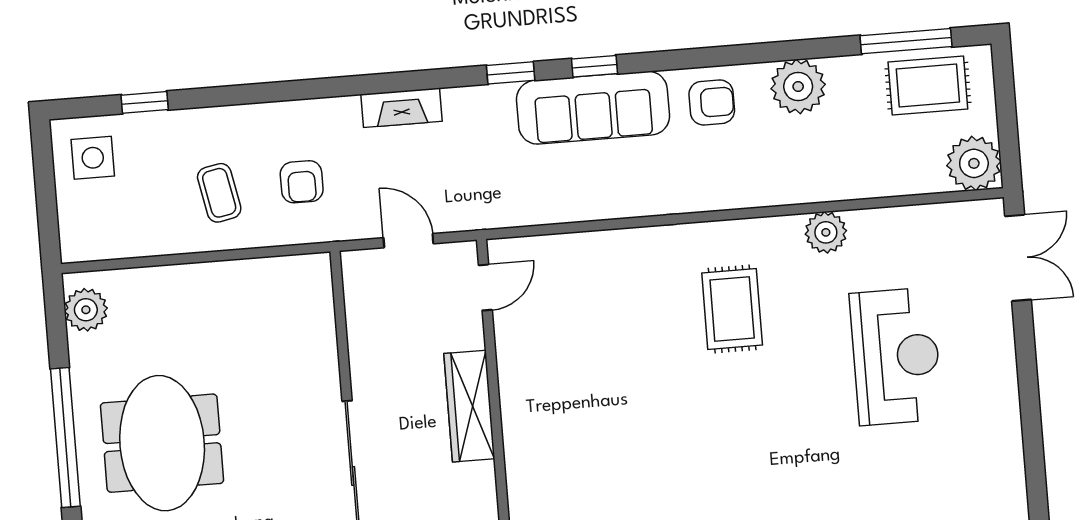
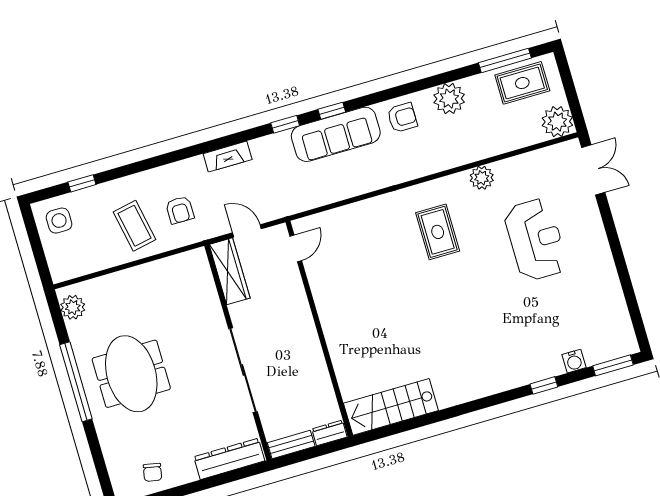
coffee table: (219, 193) -> (134, 226), width x1.36, depth x1.30
wardrobe: (469, 406) -> (230, 271), moved, turned 180

